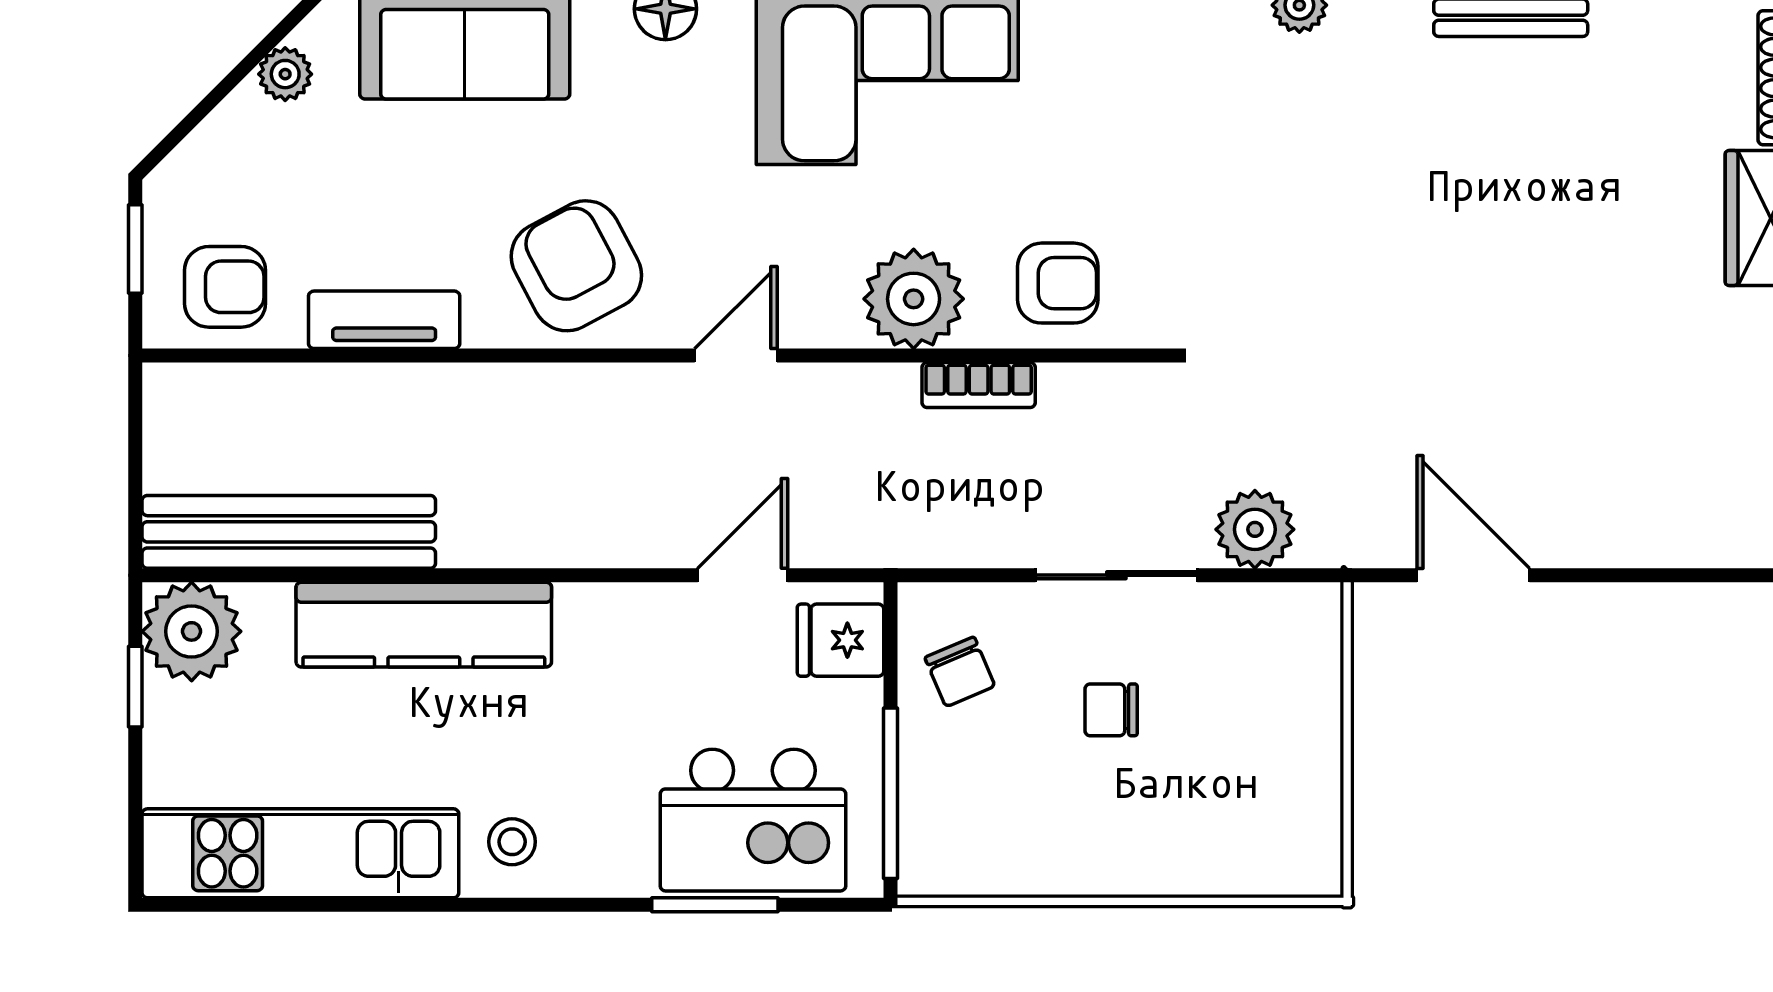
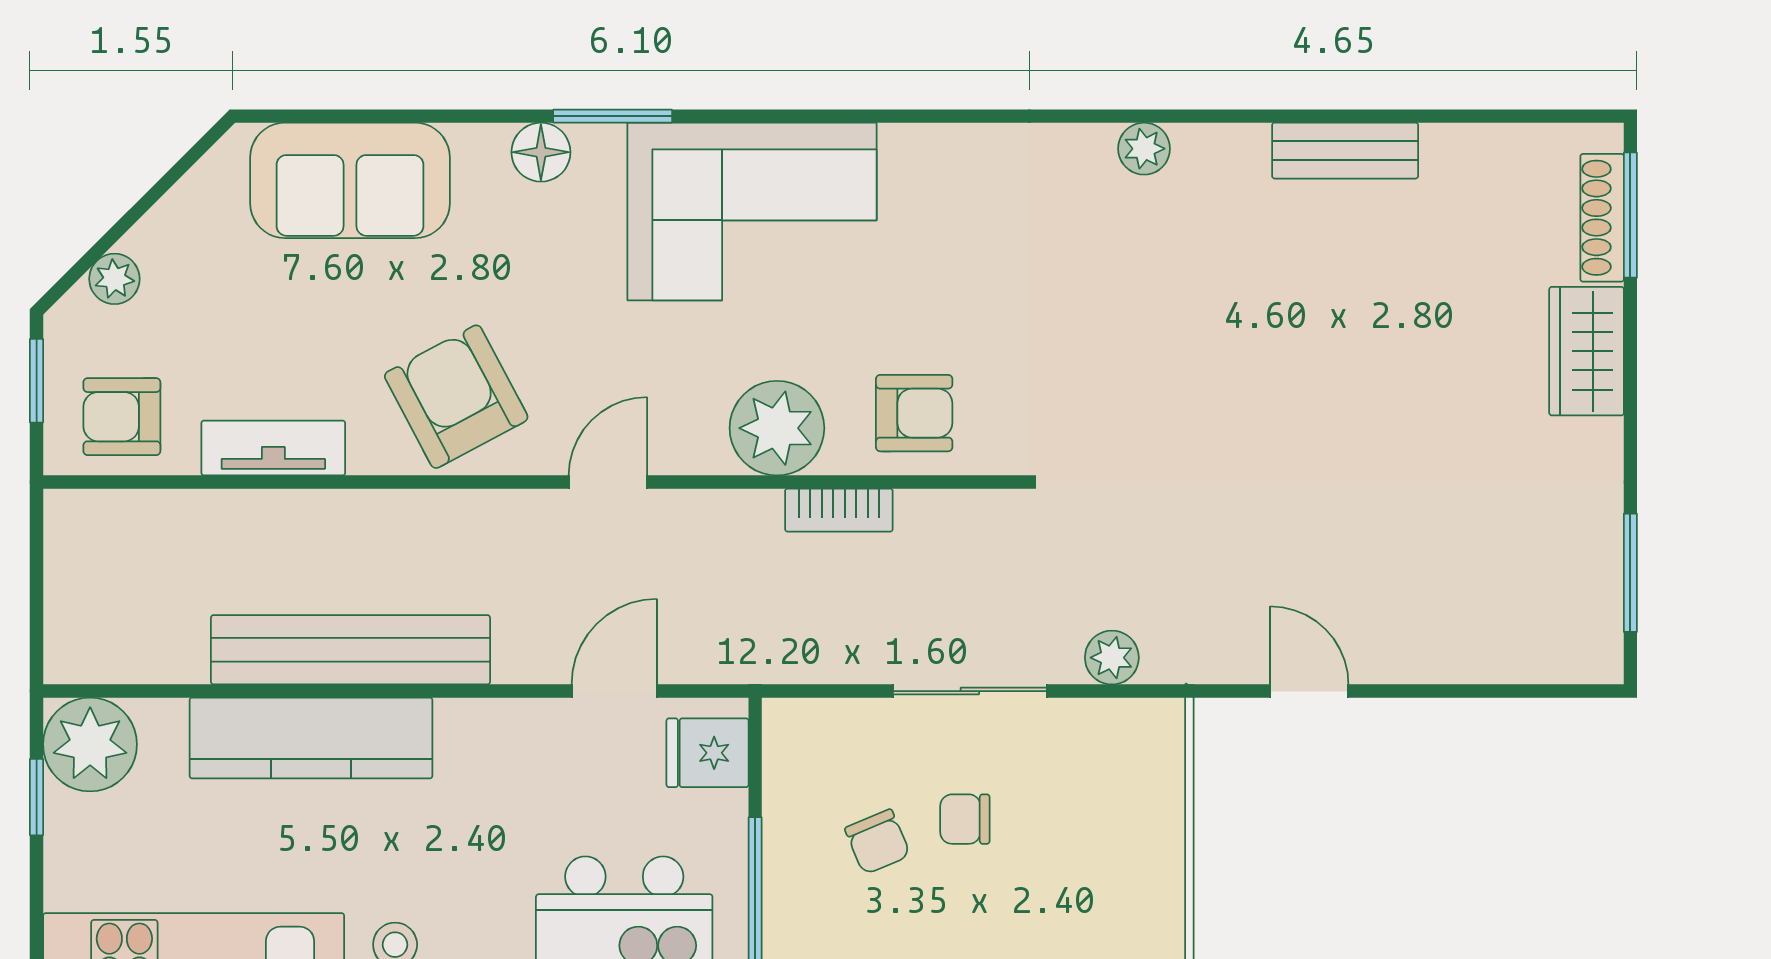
plant: (285, 74) -> (114, 279), moved
armchair: (225, 287) -> (122, 417), turned 180
plant: (1255, 529) -> (1112, 658), width x0.73, depth x0.73
bench: (289, 532) -> (351, 650), moved
door: (1473, 575) -> (1309, 691), width x0.73
chair: (960, 672) -> (878, 842), moved

